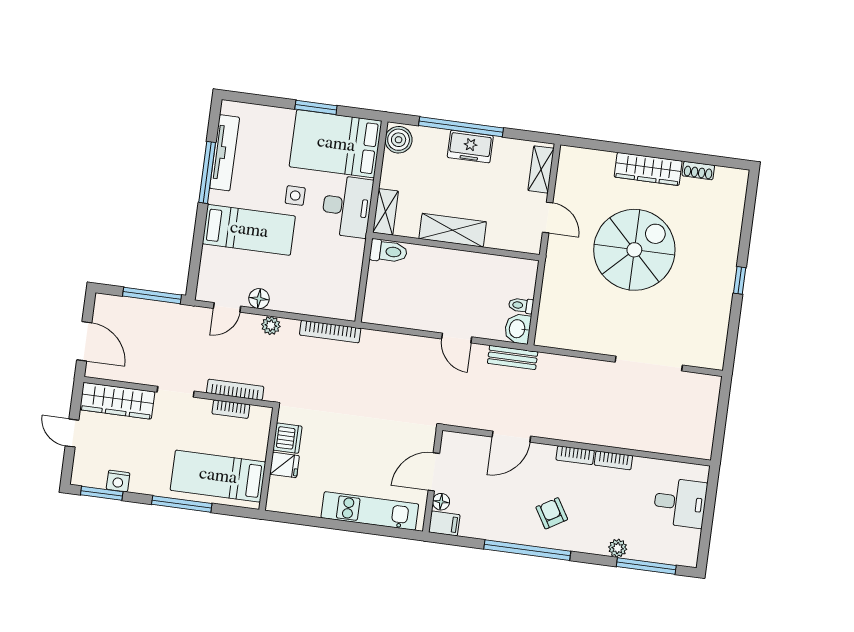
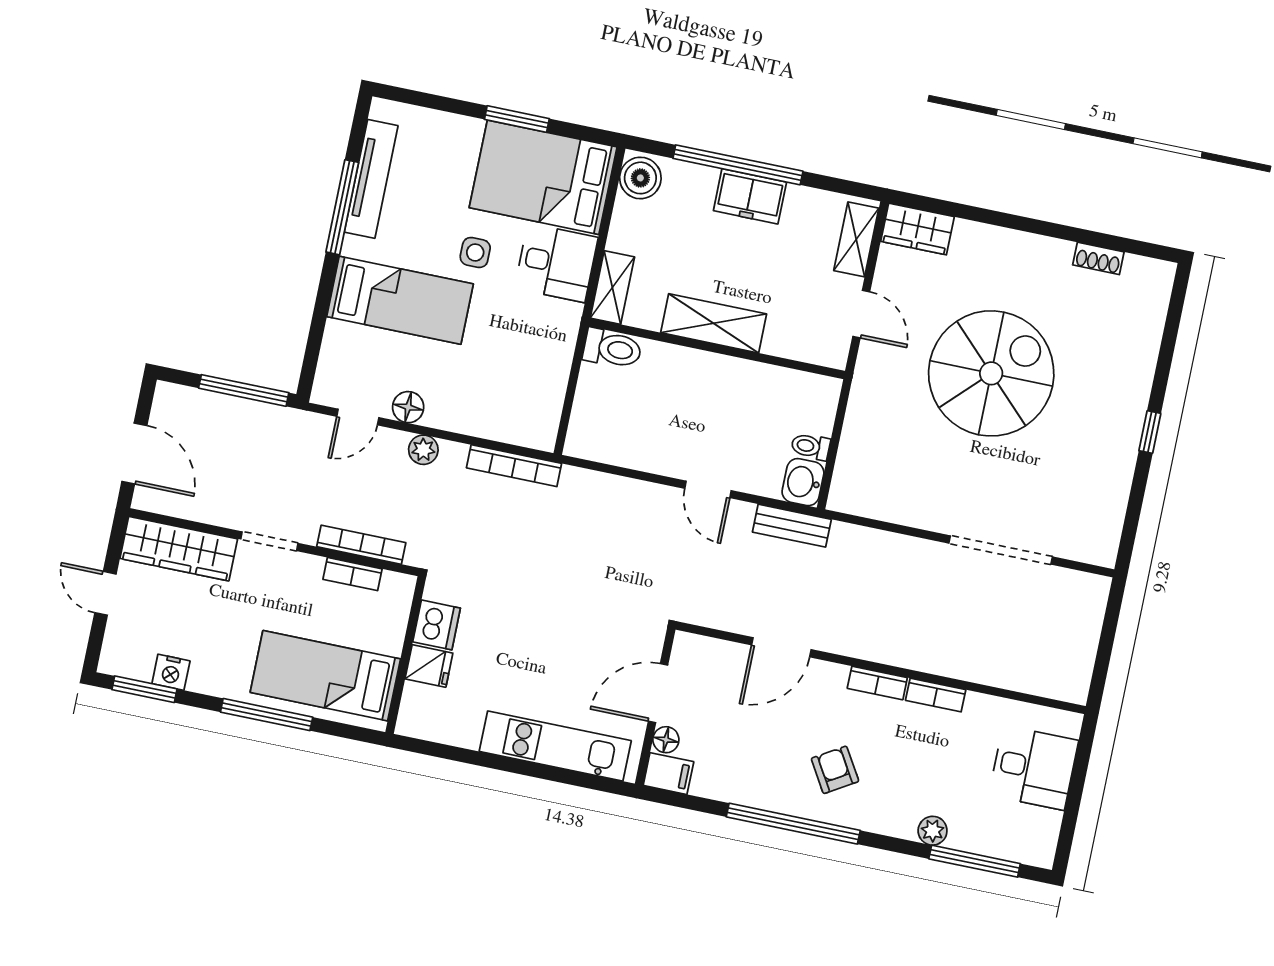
wardrobe: (648, 169) -> (917, 229), moved, width x0.67
desk: (347, 206) -> (556, 263), width x0.73

